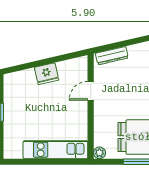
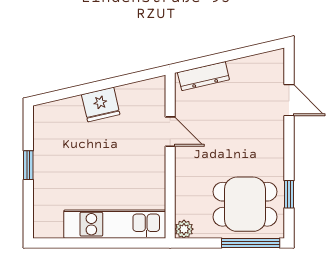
door: (91, 91) -> (170, 132), swing flipped

